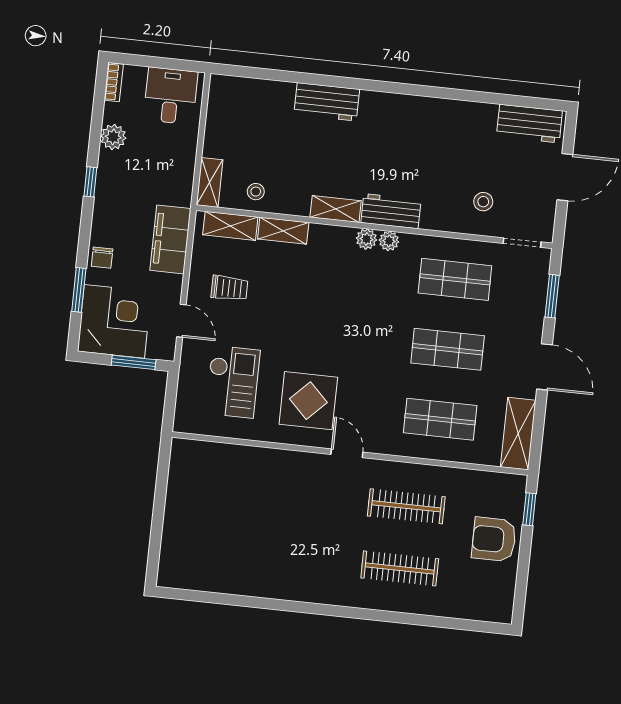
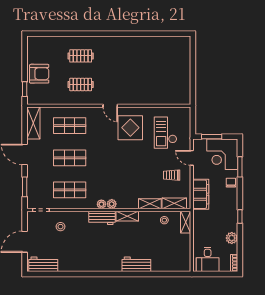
clothes rail: (406, 506) -> (81, 84), width x0.73
clothes rail: (400, 568) -> (81, 56), width x0.73

